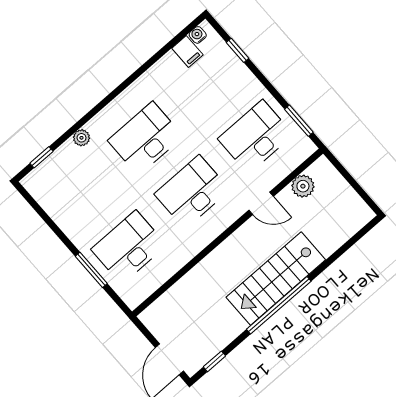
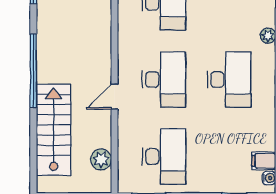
door: (261, 203) -> (114, 97), moved
stairs: (276, 279) -> (54, 130), moved

